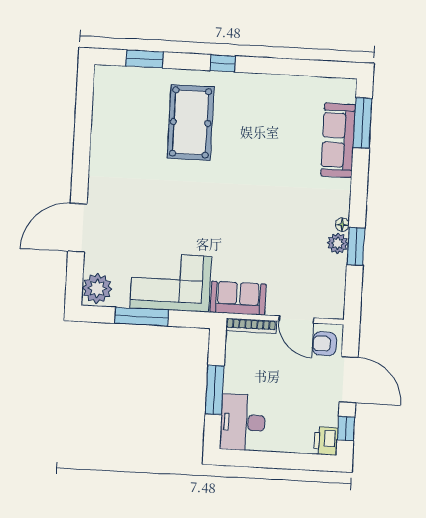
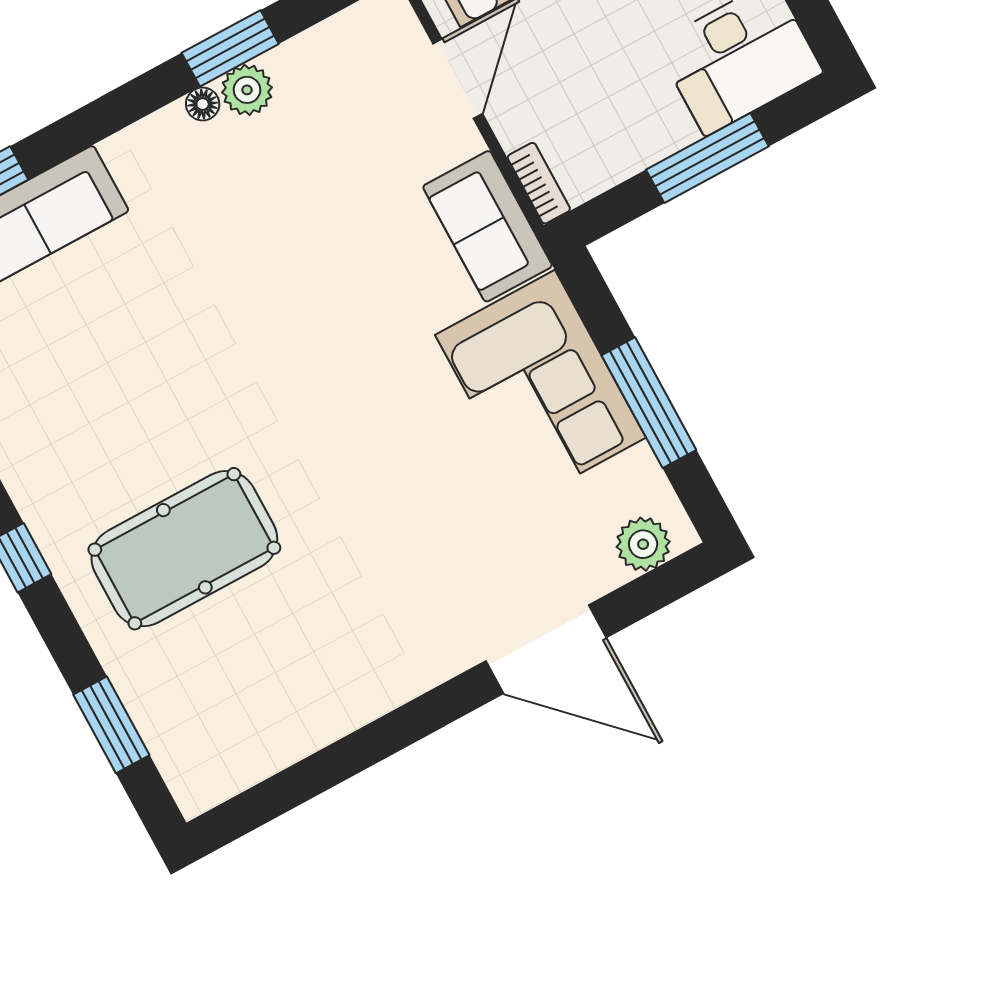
plant: (97, 288) -> (643, 544), width x0.73, depth x0.73
bookcase: (251, 326) -> (539, 183), width x0.64

